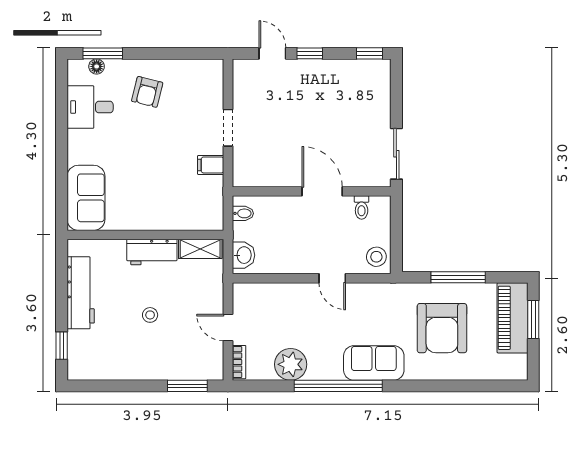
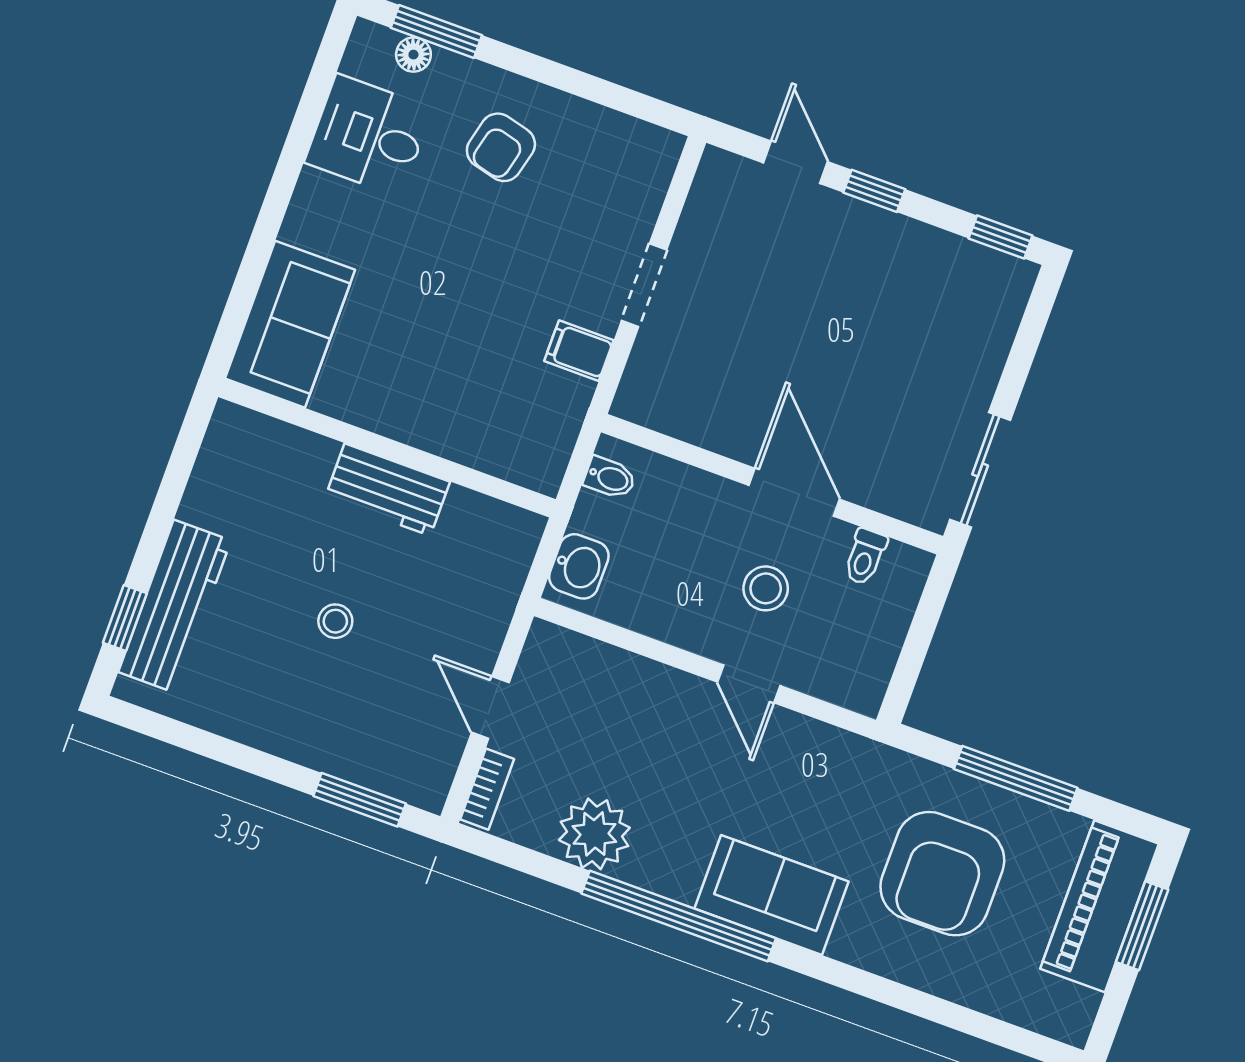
shelving: (200, 249) -> (492, 520), removed
stool: (376, 257) -> (766, 588), moved
workbench: (81, 293) -> (175, 606), moved

